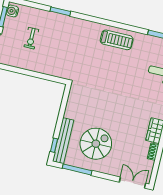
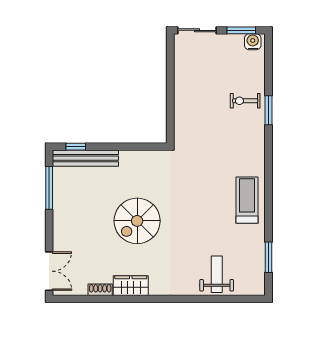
exercise bike: (31, 38) -> (245, 101), moved
treadmill: (117, 40) -> (247, 200), turned 180
spiral stairs: (96, 144) -> (137, 221), moved, turned 90

